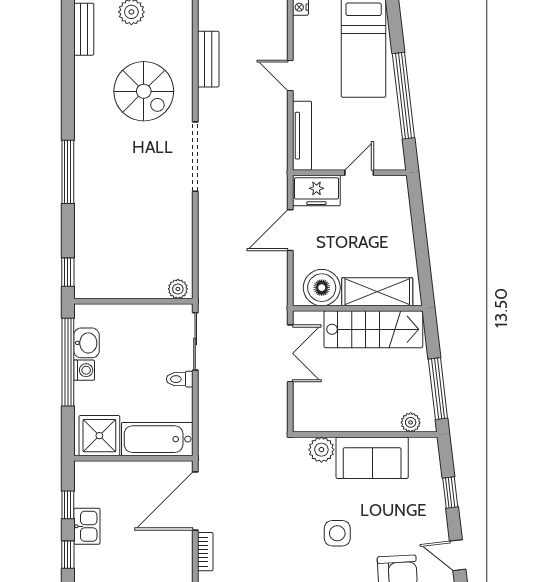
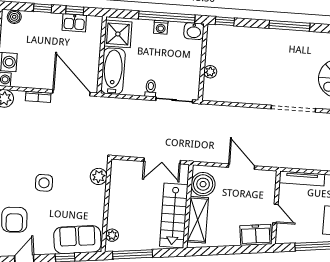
freezer: (316, 191) -> (256, 235), moved, turned 83
plant: (178, 289) -> (210, 72), moved
washbasin: (86, 343) -> (194, 31), moved
sofa: (372, 458) -> (77, 240), moved, turned 83
kitchen sink: (87, 526) -> (74, 23), moved

